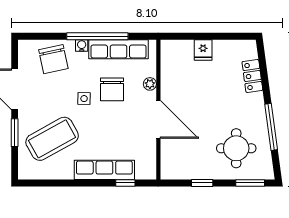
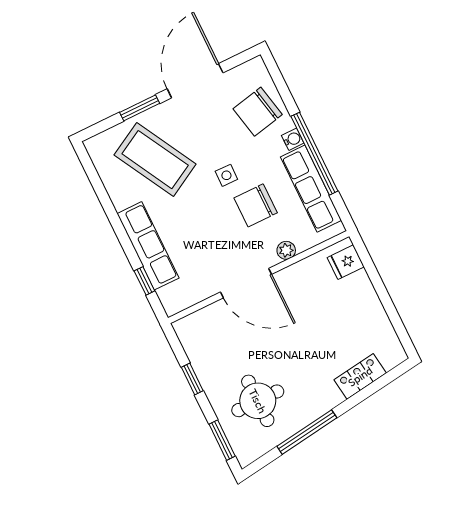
fridge: (203, 50) -> (346, 262), moved
door: (158, 119) -> (246, 283), hinge flipped

